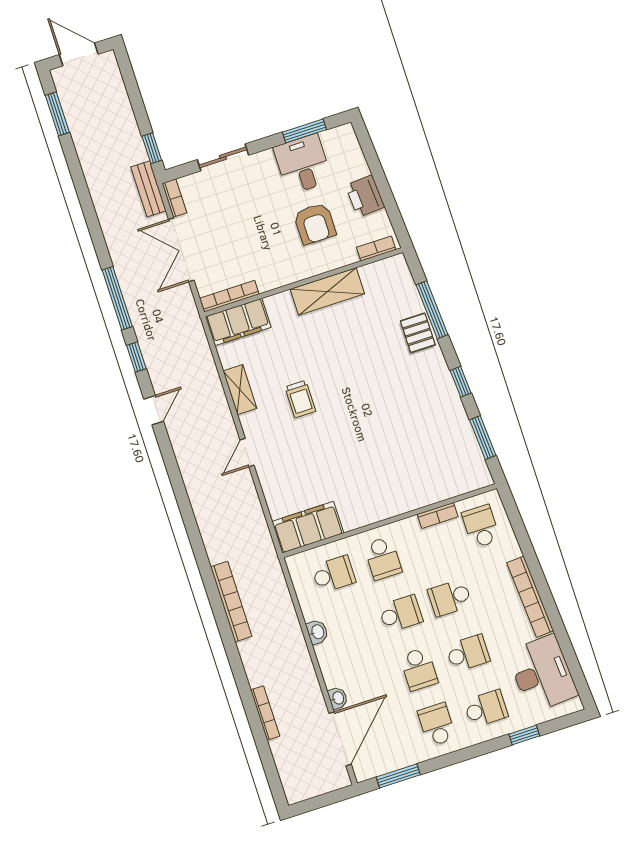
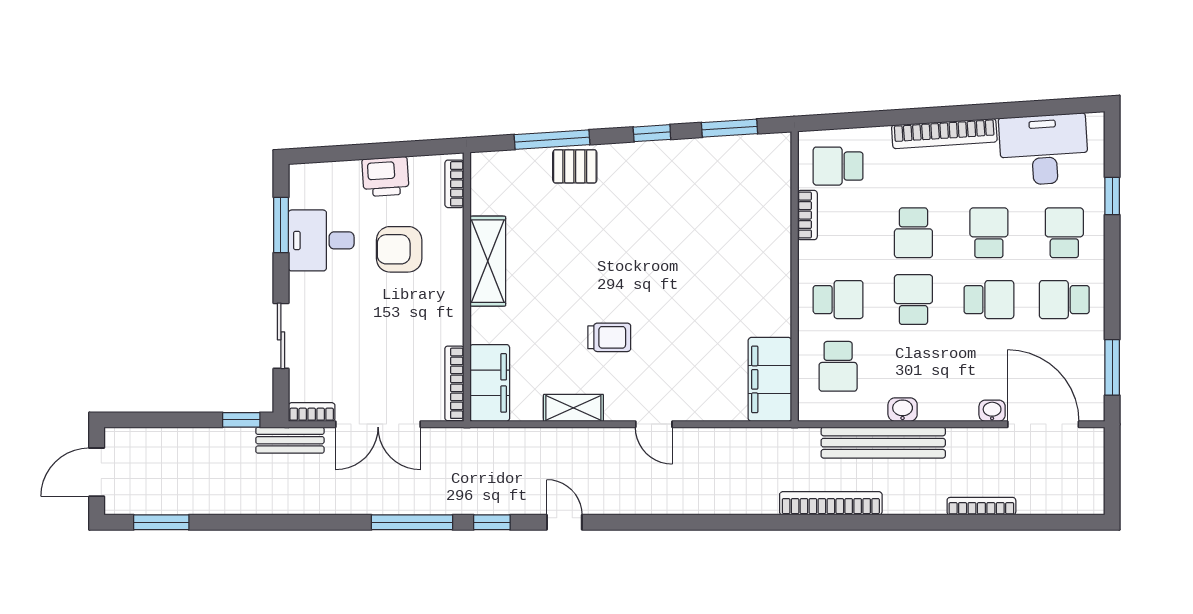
armchair: (315, 224) -> (399, 249), turned 180
school desk: (334, 574) -> (838, 366), turned 180
bench: (288, 626) -> (883, 443), added

